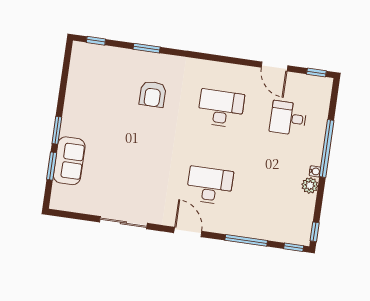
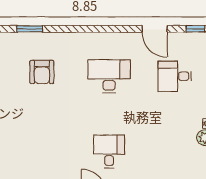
desk: (210, 186) -> (109, 152), width x0.73

